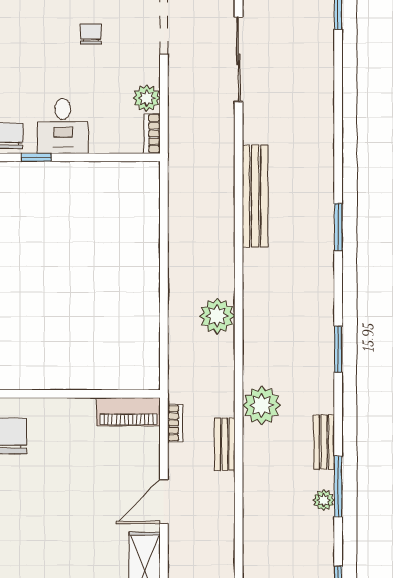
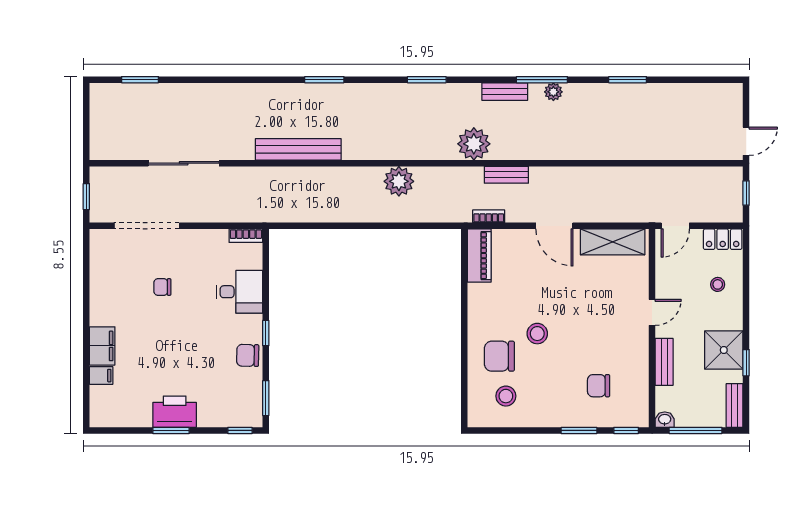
plant: (147, 98) -> (216, 240), removed
desk: (63, 126) -> (240, 292), moved
stool: (35, 481) -> (537, 334), added

